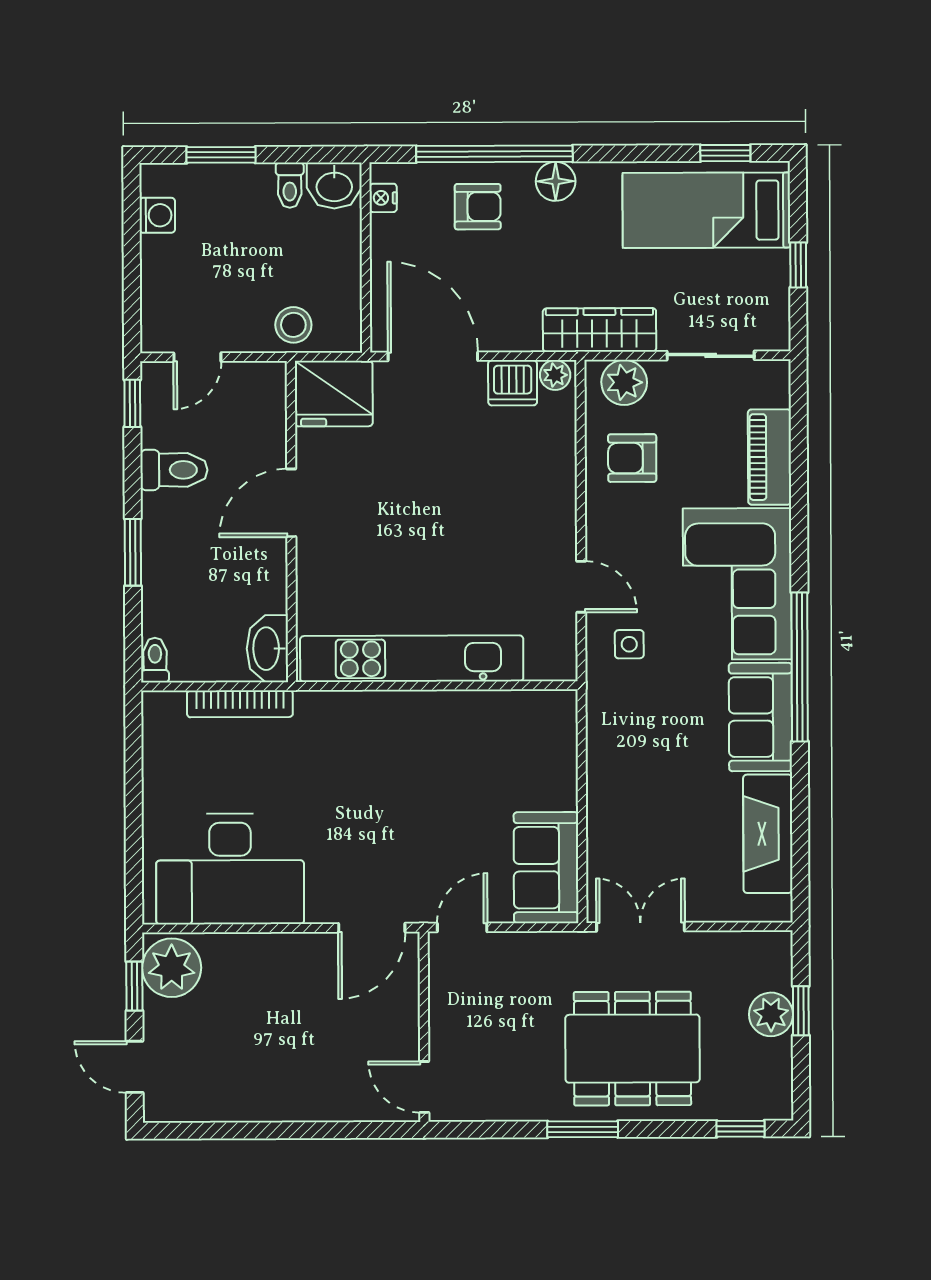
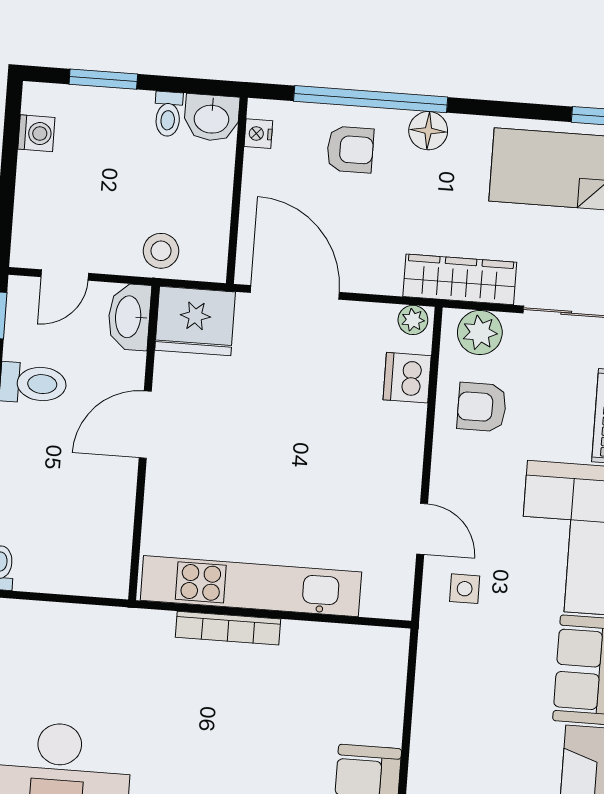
dishwasher: (513, 383) -> (407, 378), moved, turned 90
washbasin: (267, 649) -> (129, 317), moved
bookcase: (240, 704) -> (228, 628), moved

